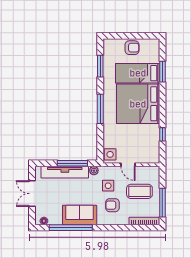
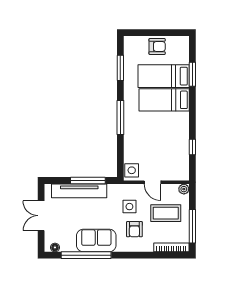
bed: (138, 104) -> (164, 100), width x0.49
plant: (94, 171) -> (184, 189), moved
armchair: (112, 205) -> (134, 229), turned -90

